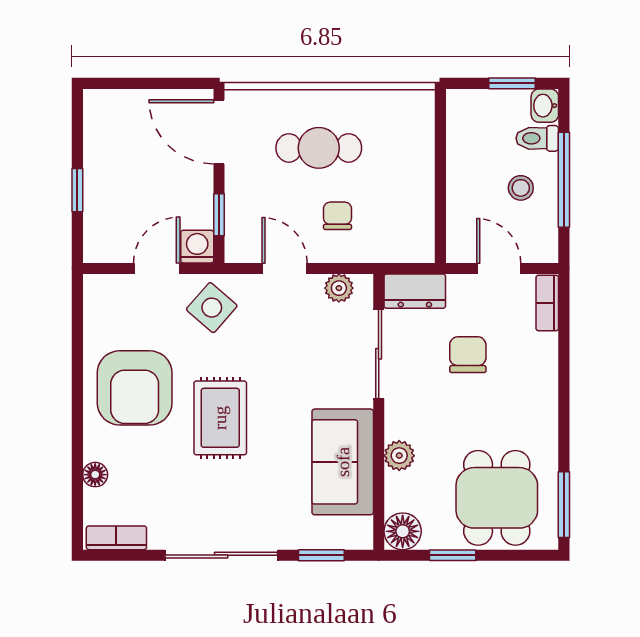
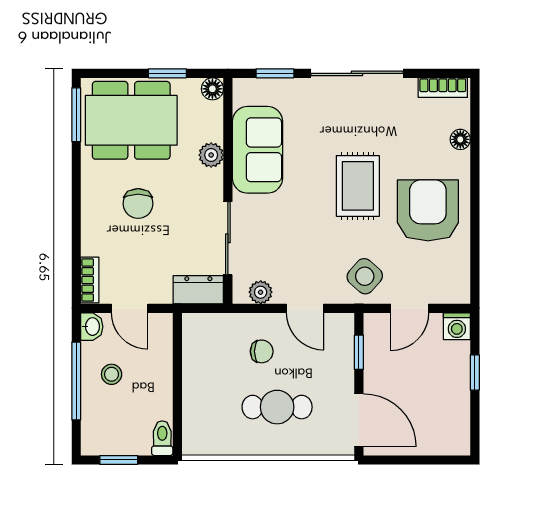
washbasin: (545, 106) -> (92, 327), moved
toilet: (537, 138) -> (162, 438), moved, turned -90
chair: (338, 216) -> (262, 351), turned -90
washing machine: (197, 247) -> (457, 326), moved
chair: (468, 355) -> (138, 204), moved
dining table: (497, 498) -> (131, 120), width x1.38
floor lamp: (403, 531) -> (212, 89), width x0.73, depth x0.73

